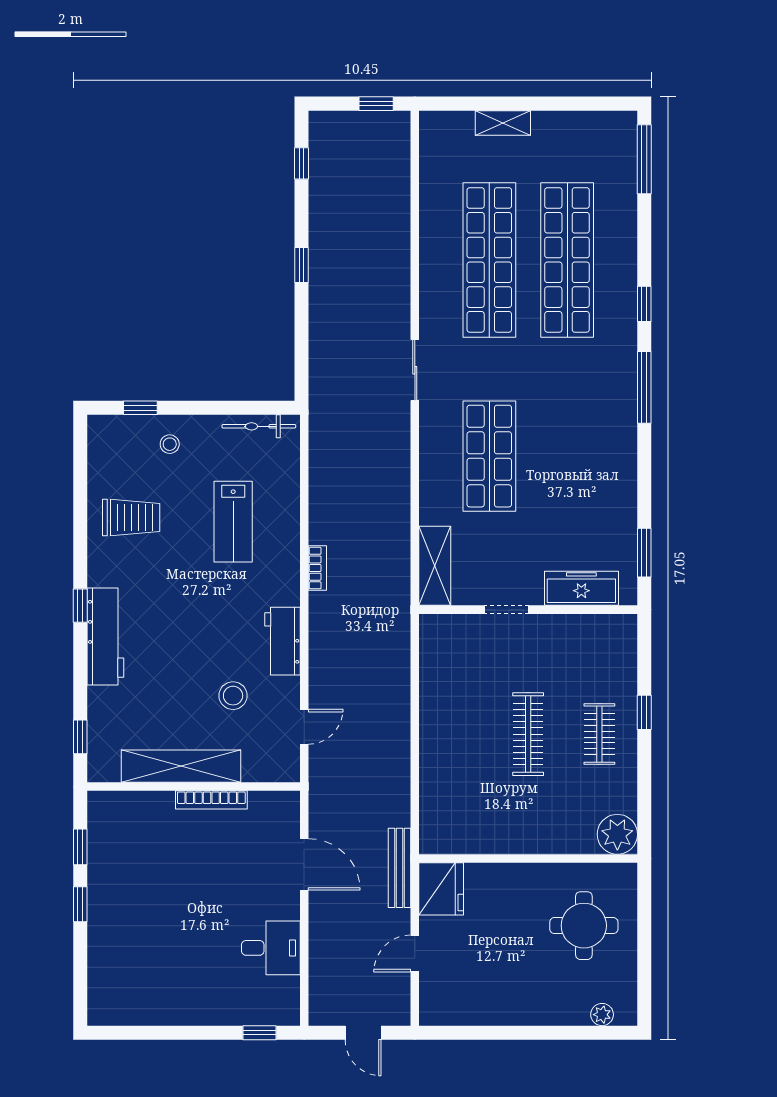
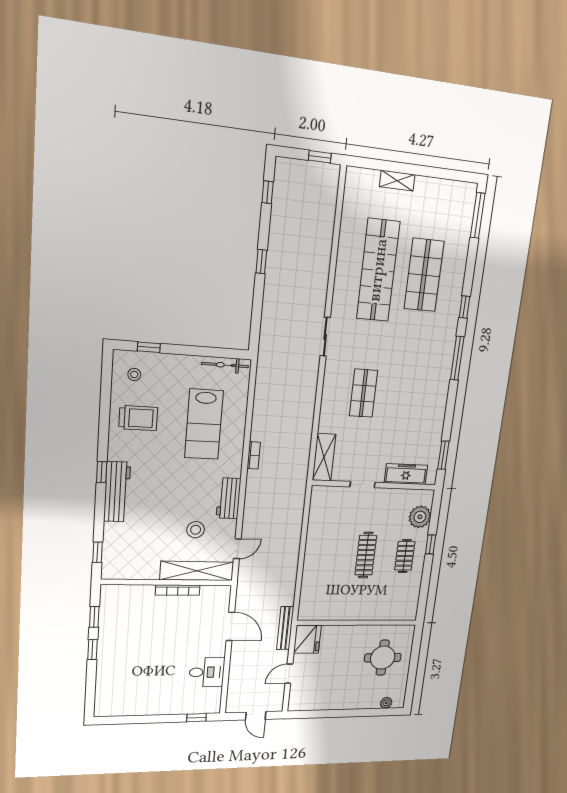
shop shelf: (567, 260) -> (424, 275), width x0.71
stool: (170, 444) -> (134, 374), moved
shop shelf: (489, 456) -> (363, 393), width x0.70, depth x0.74
lab bench: (233, 522) -> (204, 424), width x1.36, depth x1.39
shelving: (181, 766) -> (197, 571), moved
plant: (617, 834) -> (420, 517), moved

